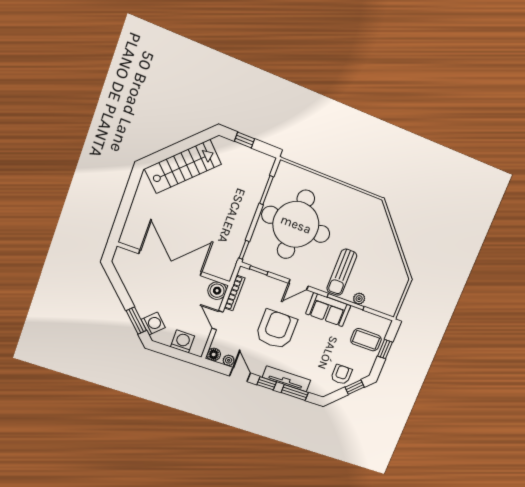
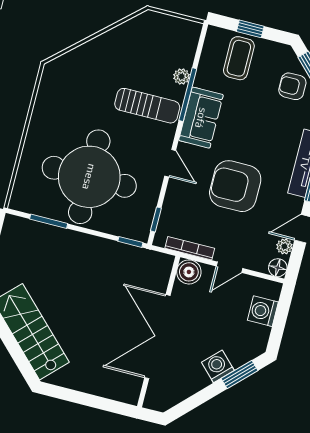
washing machine: (153, 324) -> (218, 366), moved

